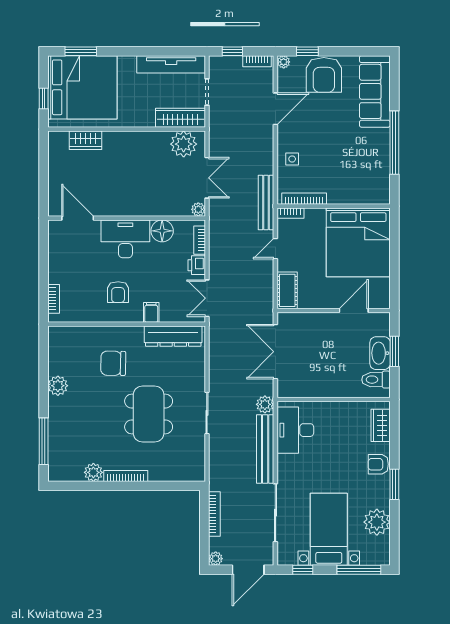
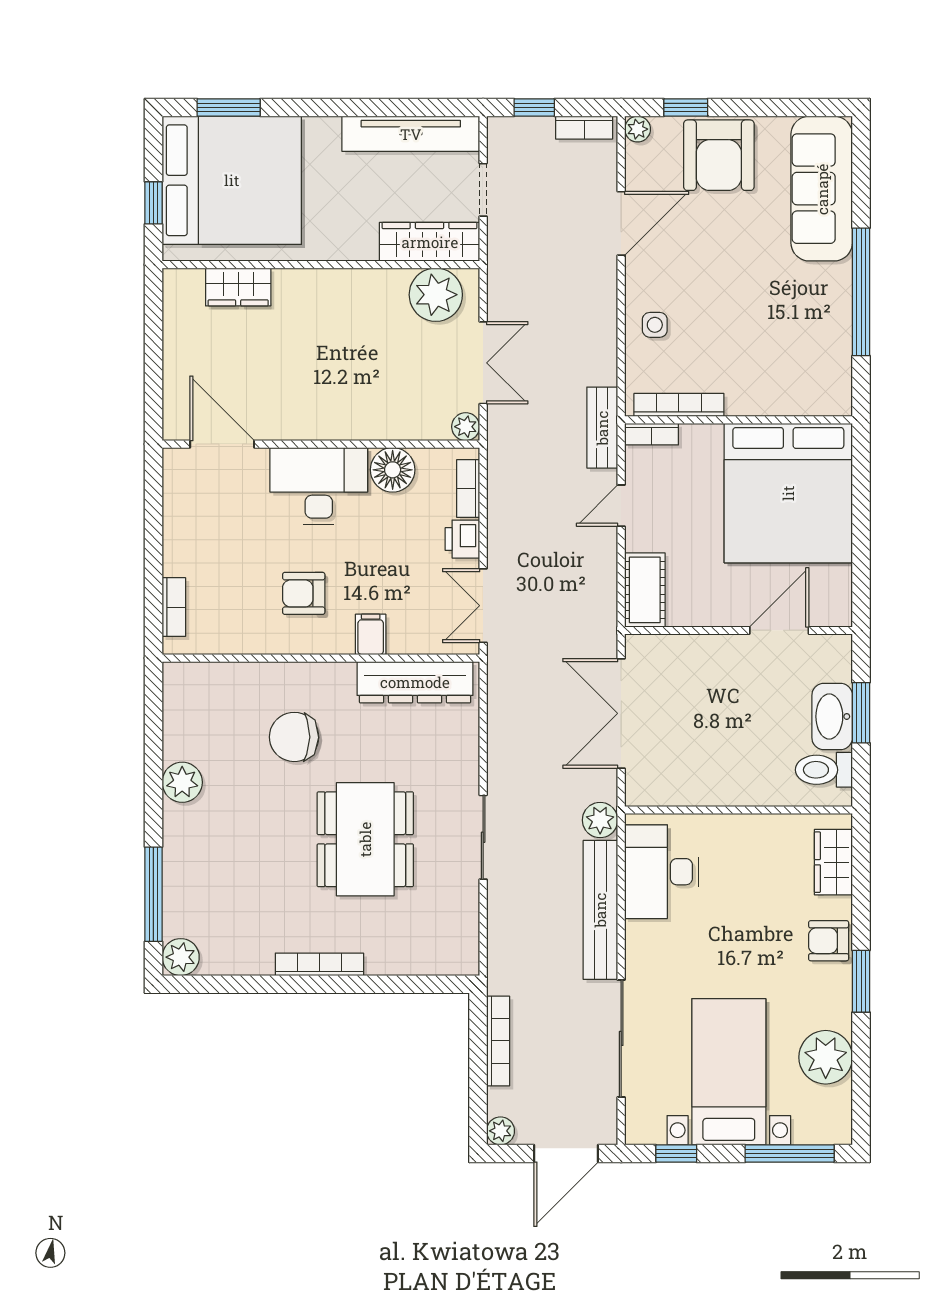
bench: (266, 203) -> (602, 428), width x0.73
armchair: (118, 292) -> (304, 593), turned 90
plant: (93, 472) -> (181, 957), moved

